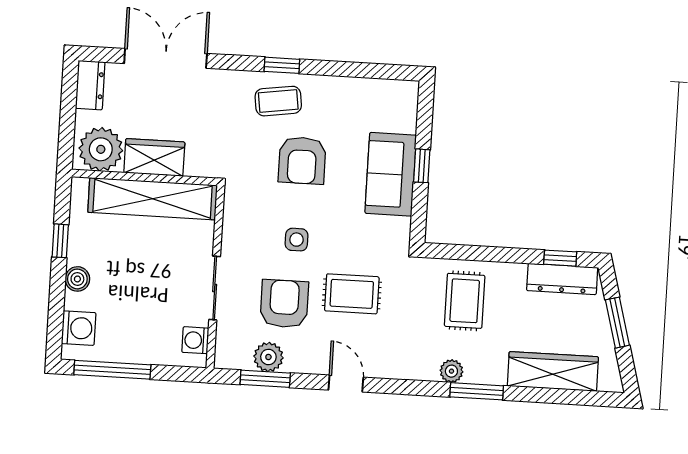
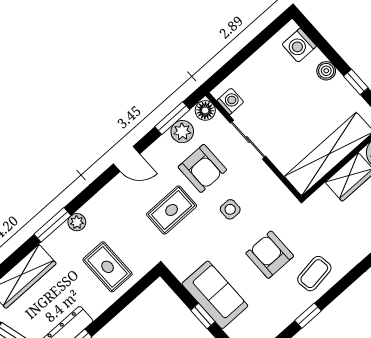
window: (282, 65) -> (308, 316), moved
floor lamp: (227, 355) -> (205, 110), added
window: (112, 370) -> (259, 41), removed

